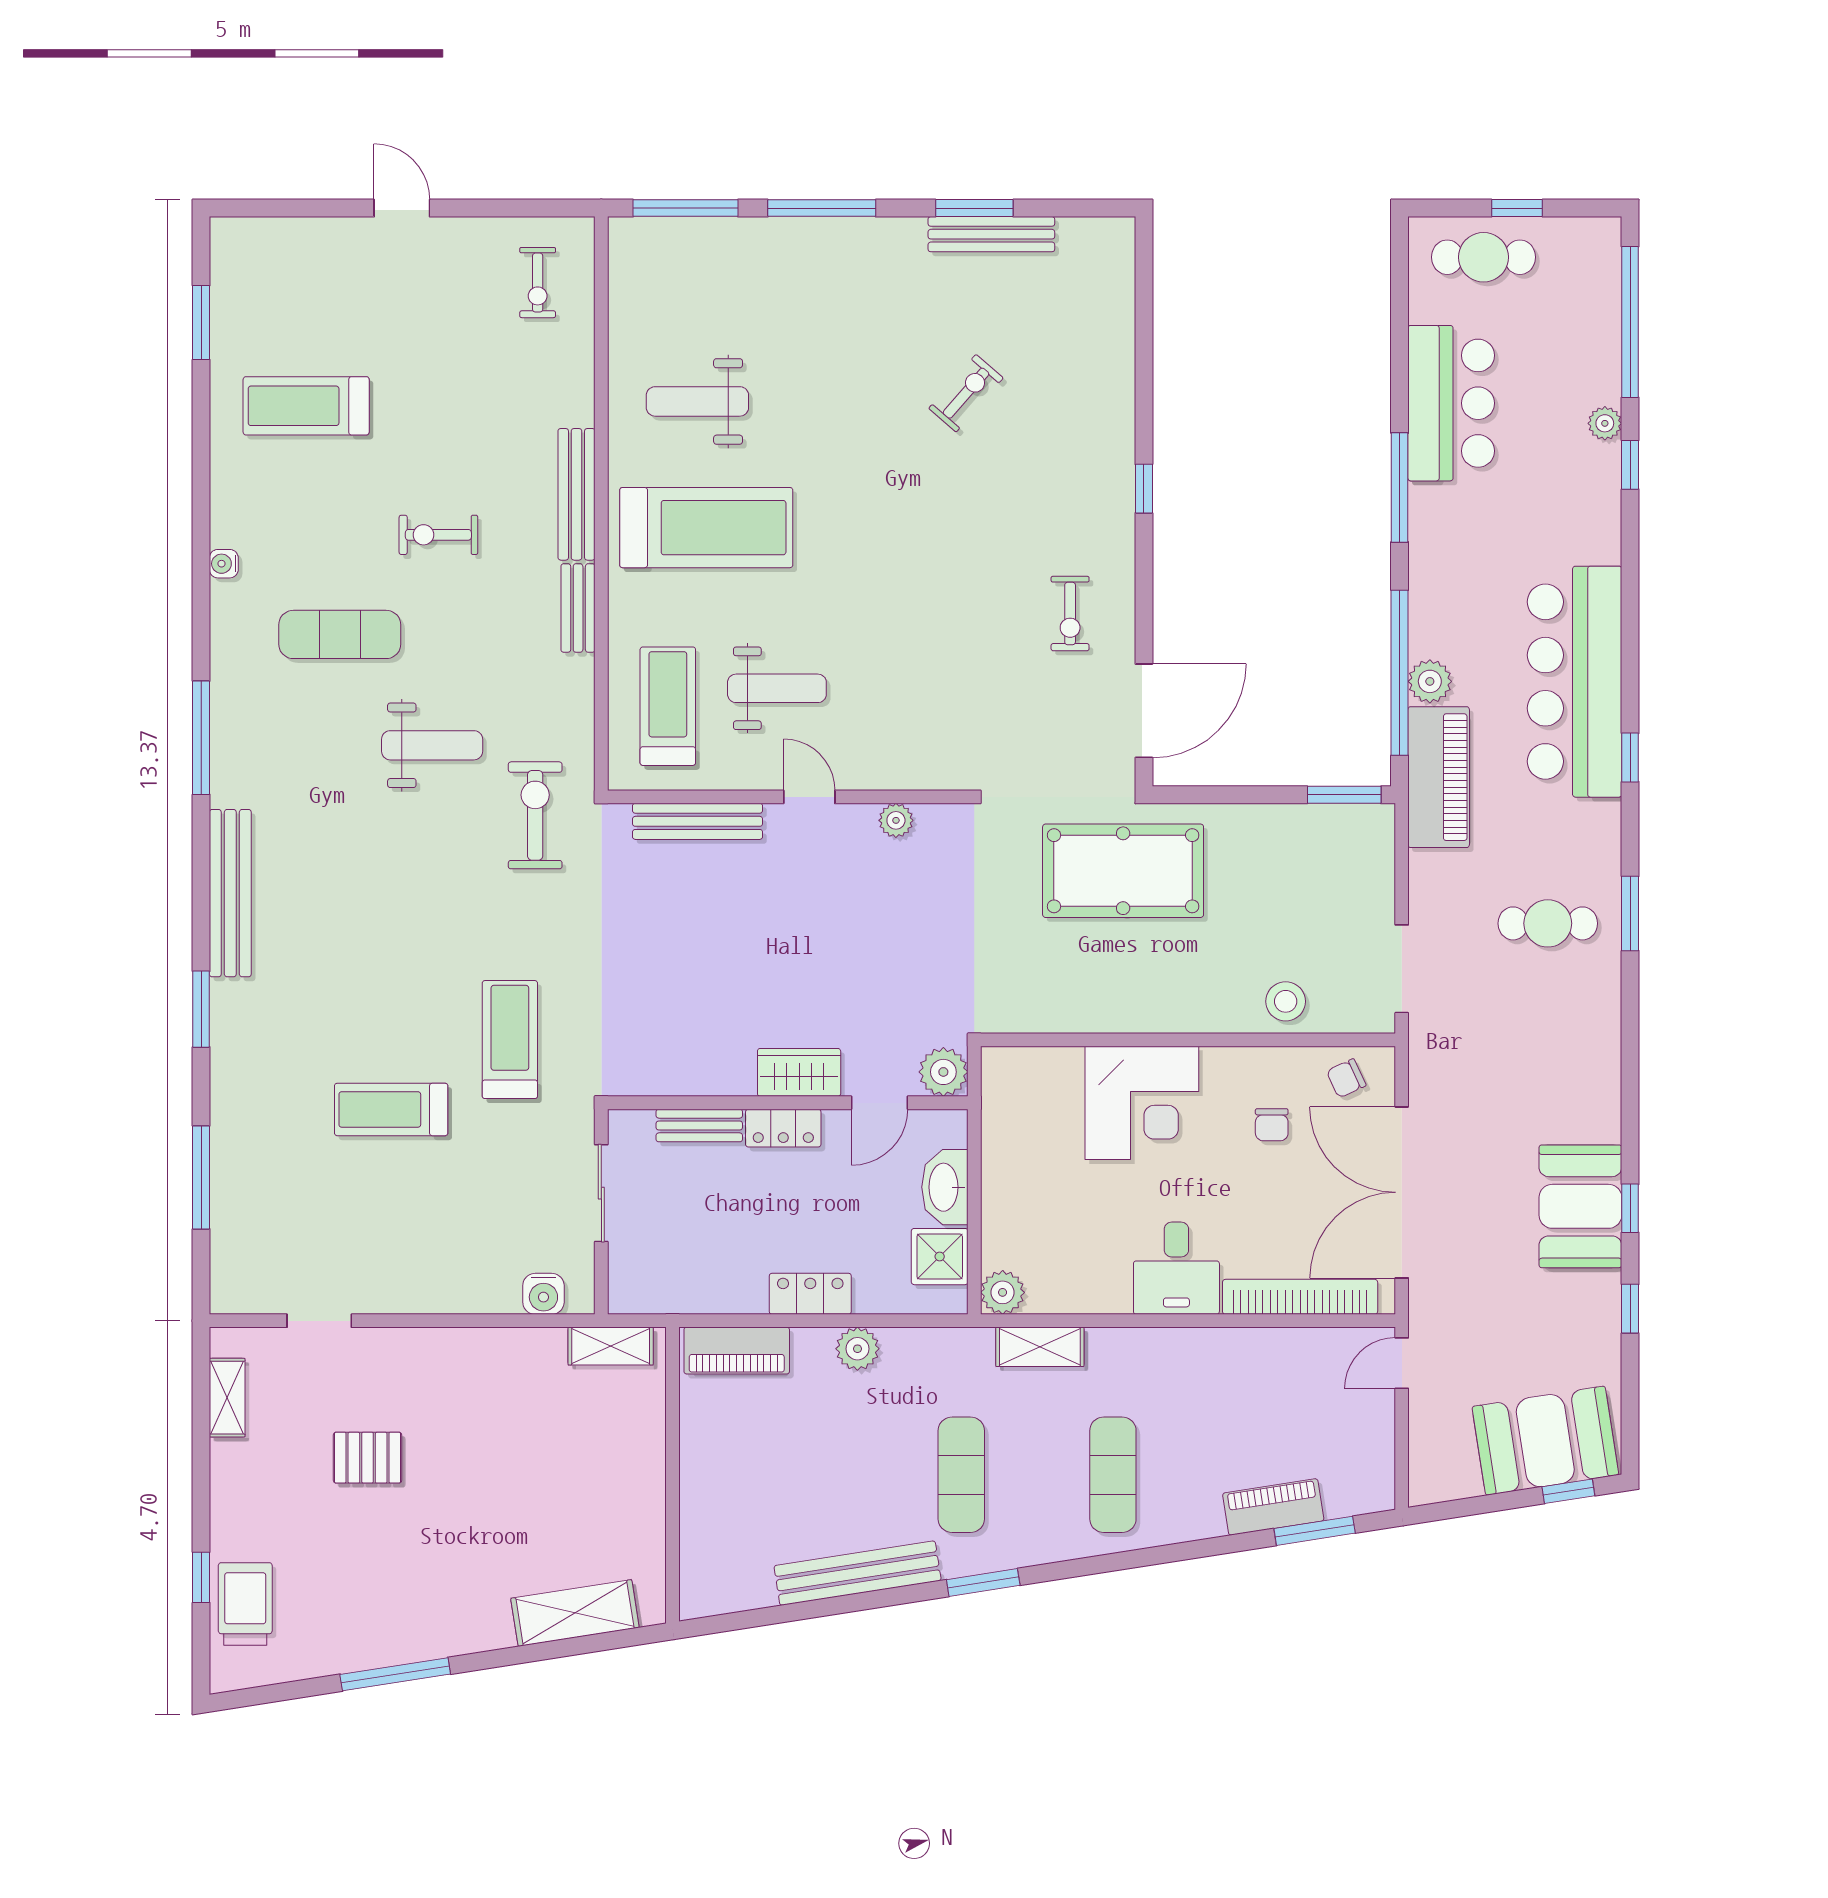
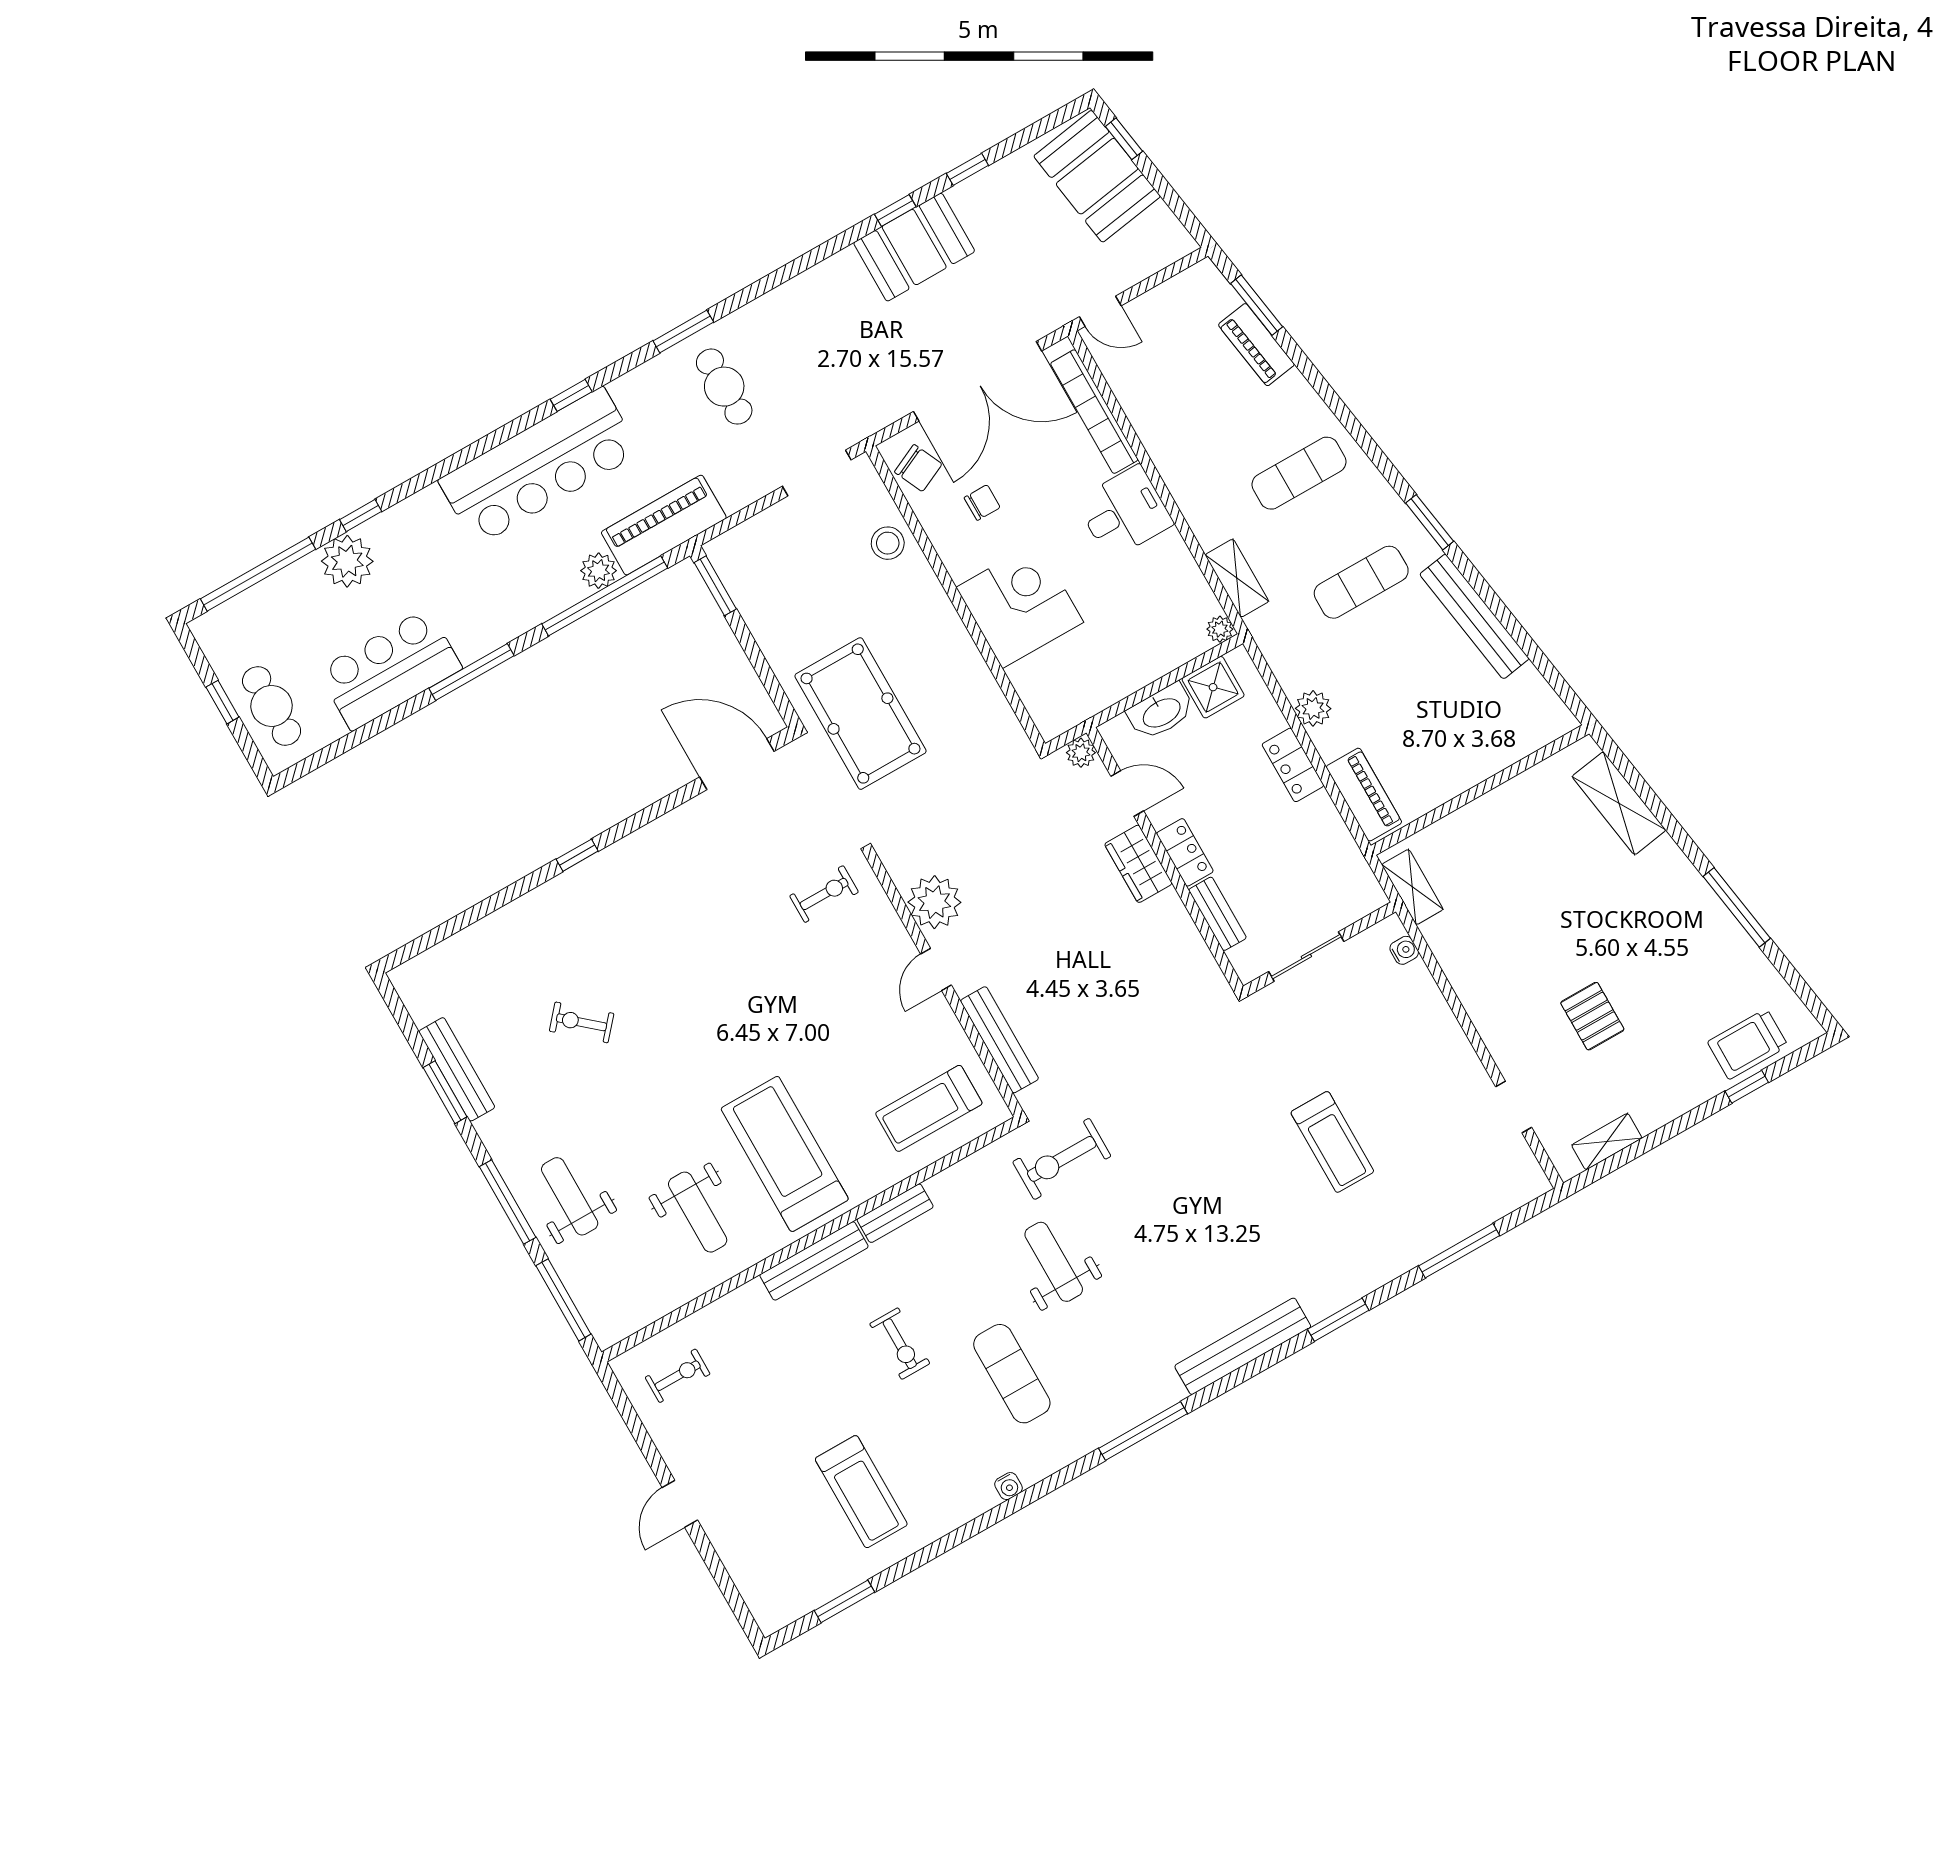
plant: (1605, 423) -> (347, 561), width x1.88, depth x1.88
exercise bike: (1070, 614) -> (824, 894), moved
weight bench: (777, 688) -> (570, 1196), moved
plant: (896, 820) -> (934, 902), width x1.87, depth x1.87
treadmill: (510, 1040) -> (1233, 1085), removed
plant: (943, 1072) -> (1081, 753), width x0.73, depth x0.73
chair: (1346, 1078) -> (918, 468), width x1.37, depth x1.37
plant: (1003, 1292) -> (1220, 629), width x0.73, depth x0.73
water cooler: (543, 1294) -> (1404, 950), width x0.72, depth x0.72

